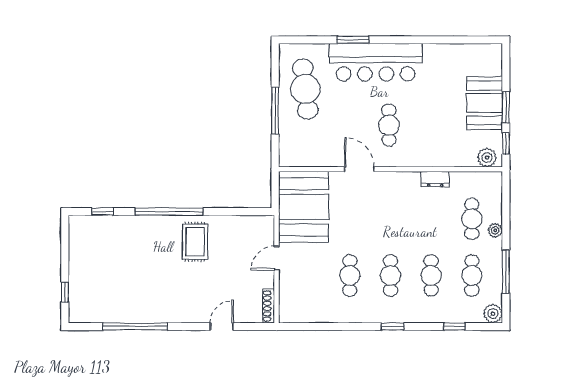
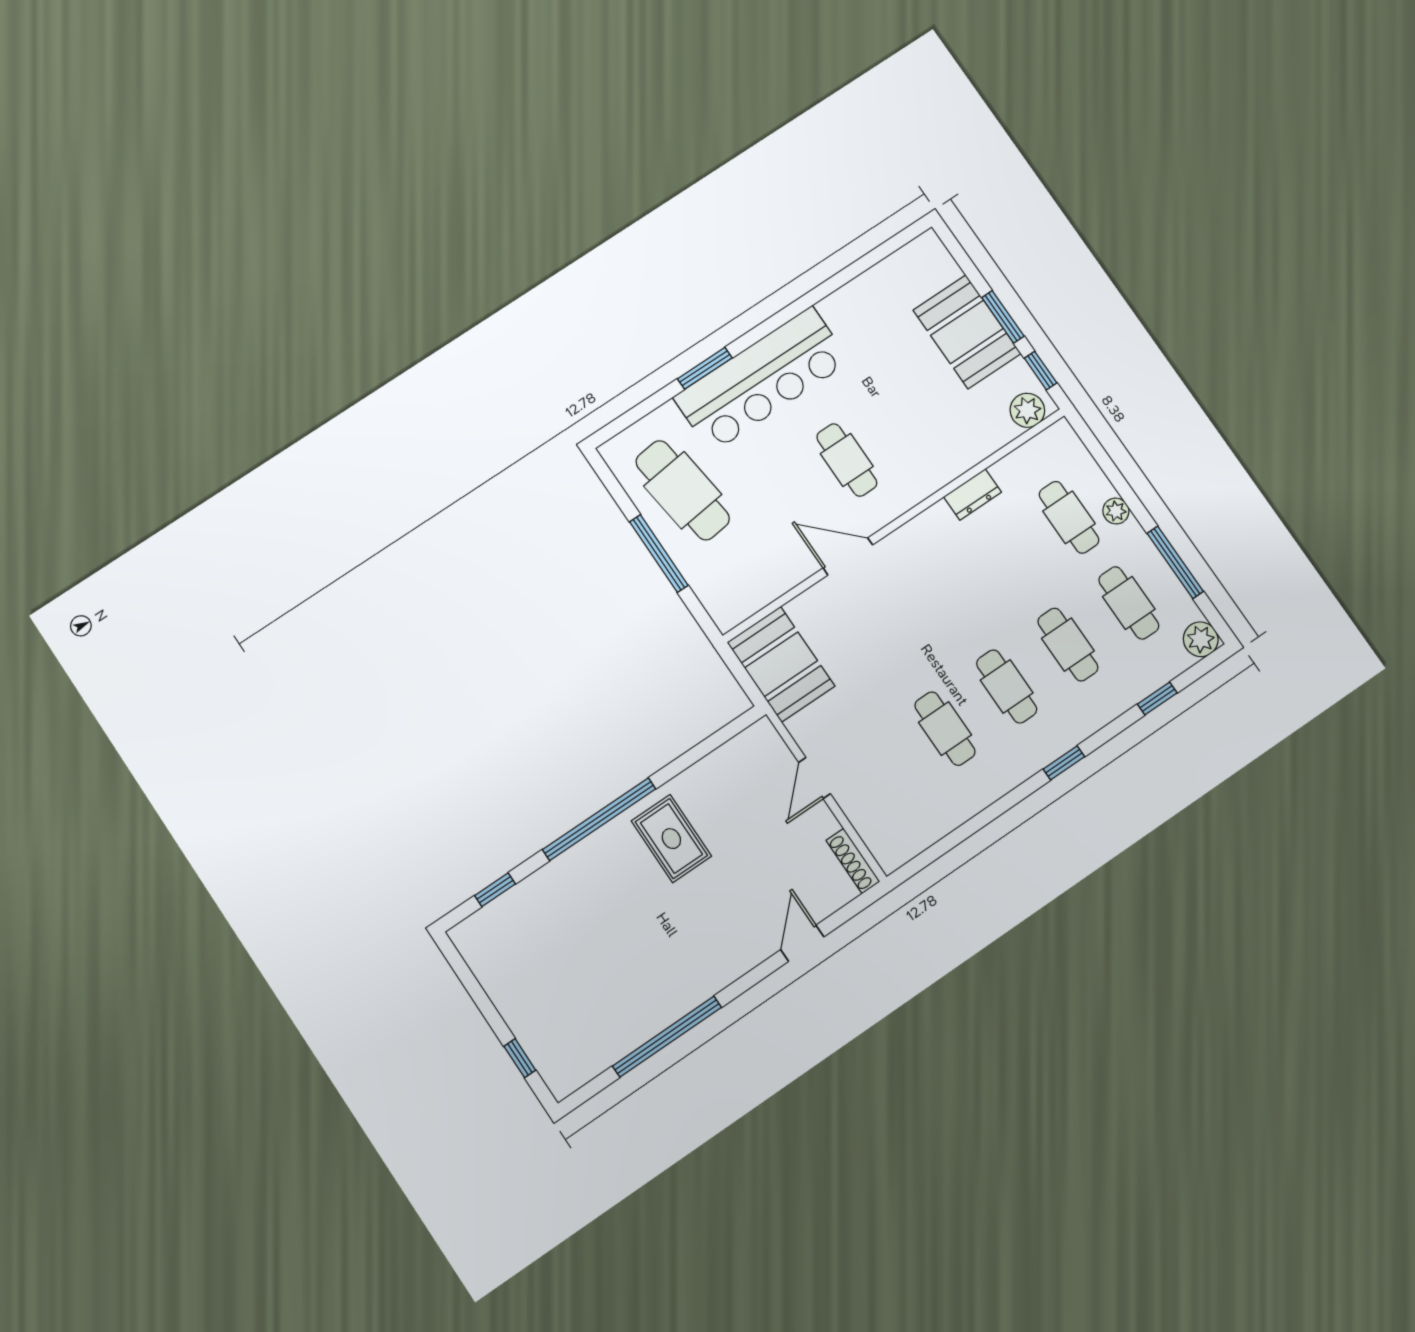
booth: (304, 207) -> (781, 664), width x0.73, depth x0.70

